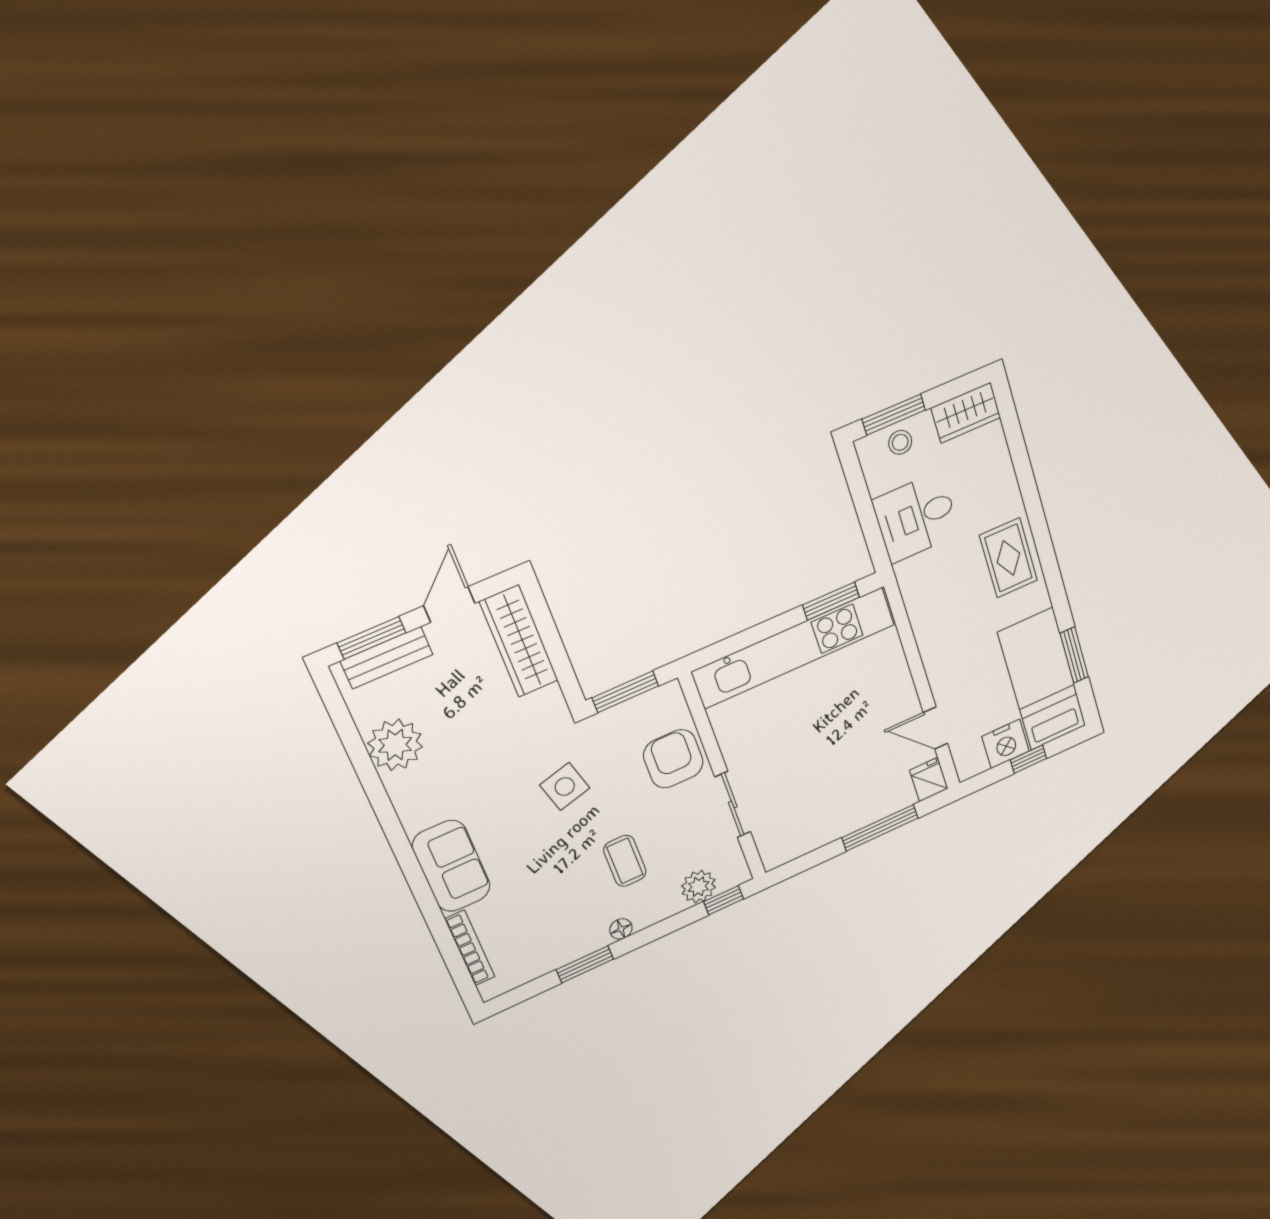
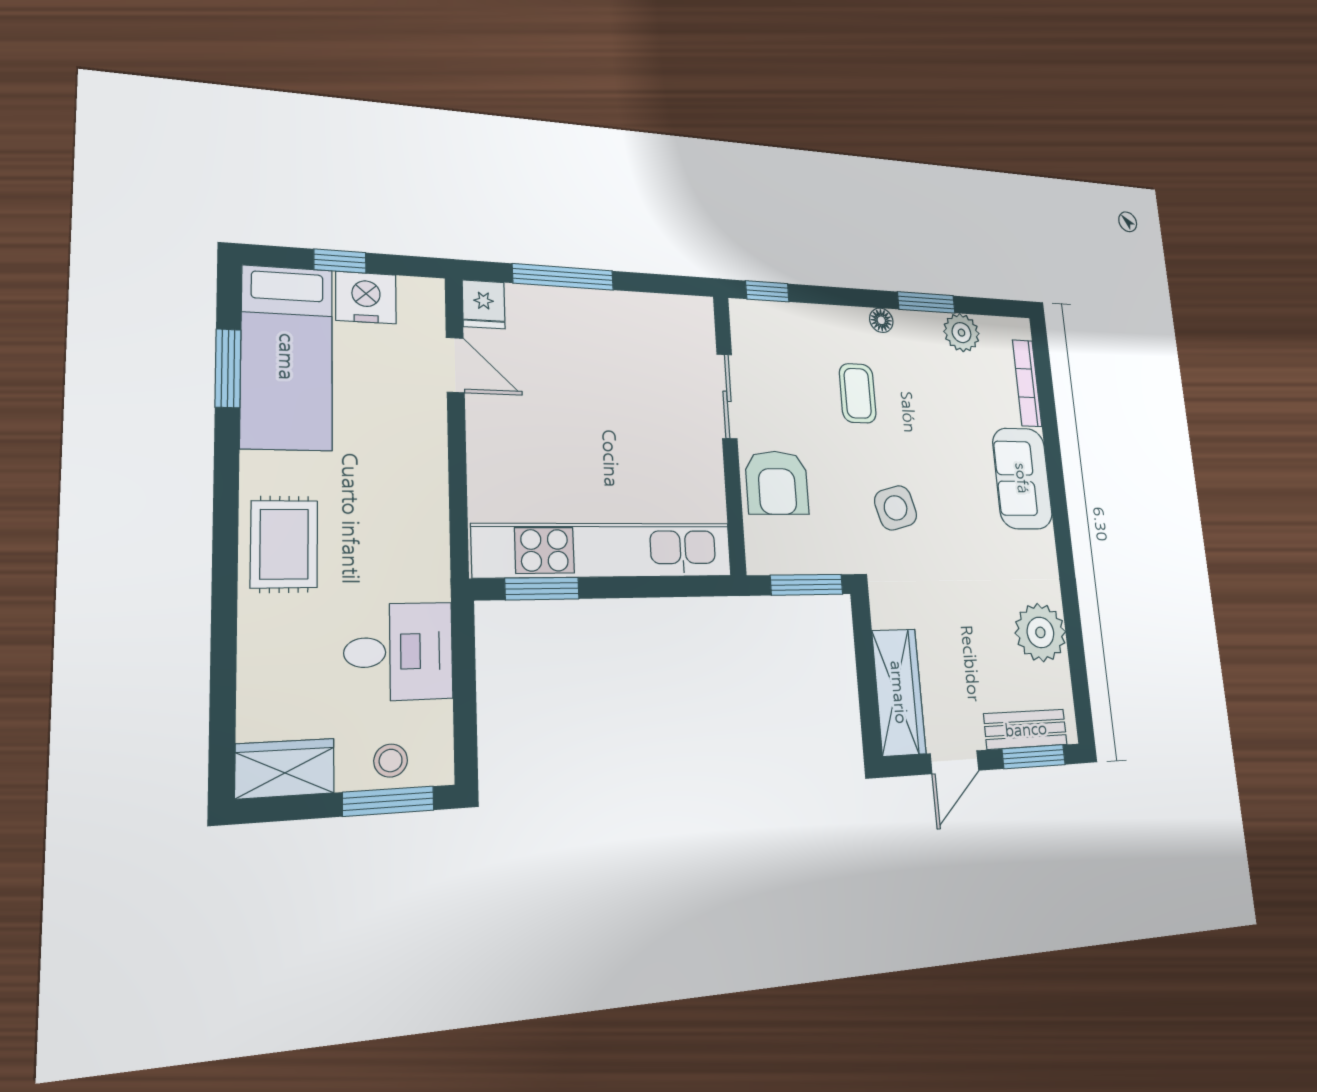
plant: (699, 887) -> (961, 333), moved

